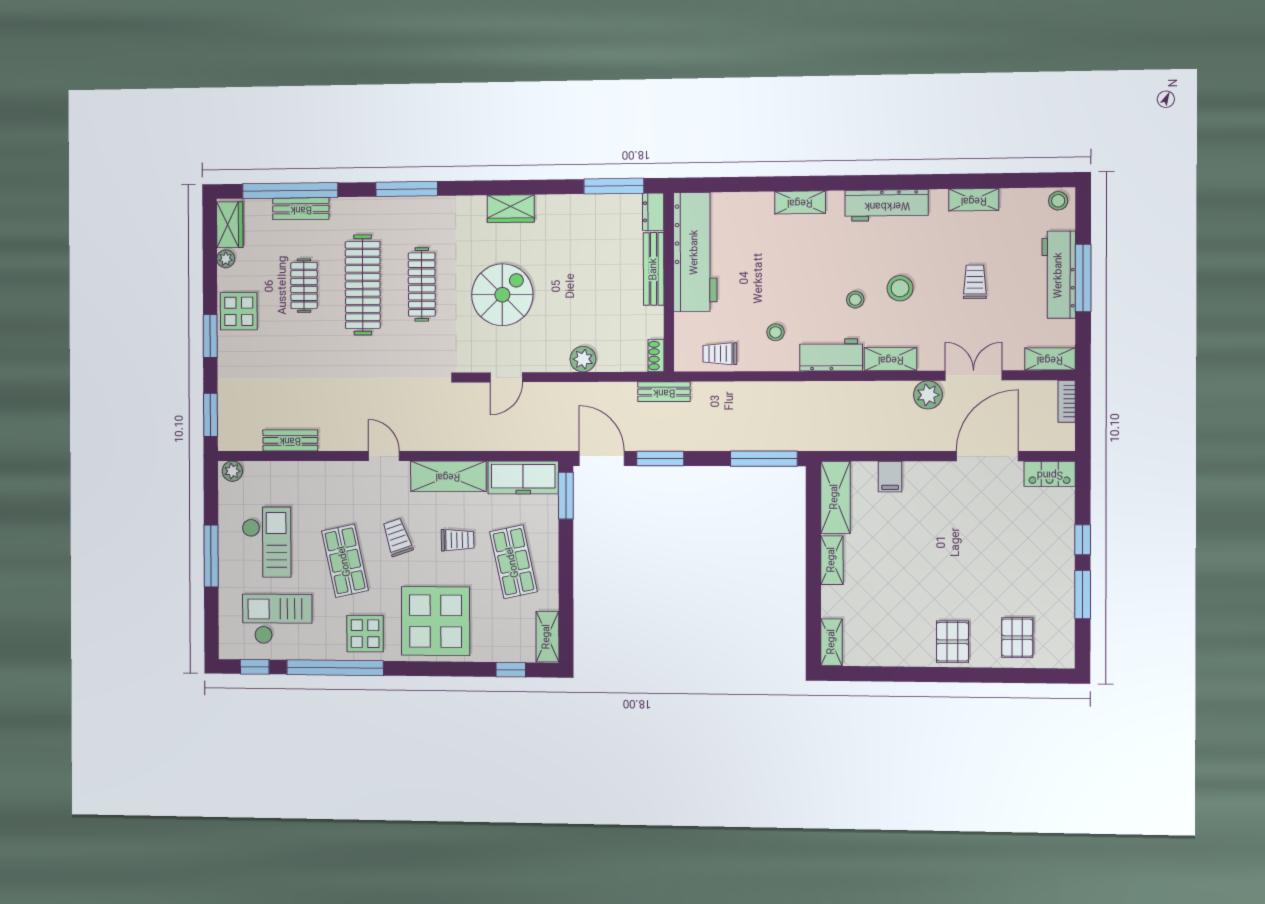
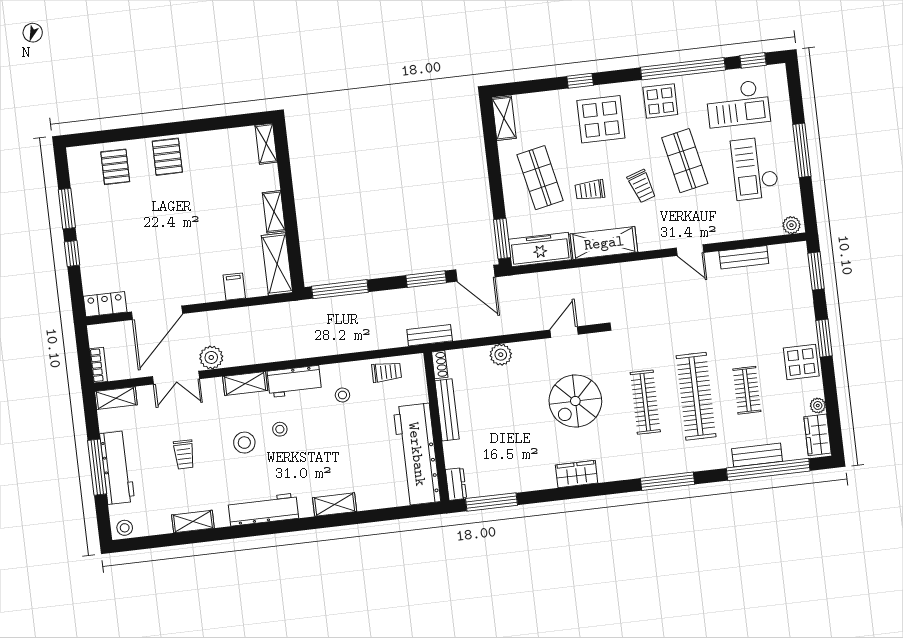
bench: (654, 269) -> (447, 410), moved
door: (384, 456) -> (690, 250), moved
display table: (436, 621) -> (601, 119), width x0.73, depth x0.73
window: (511, 670) -> (580, 81), moved

